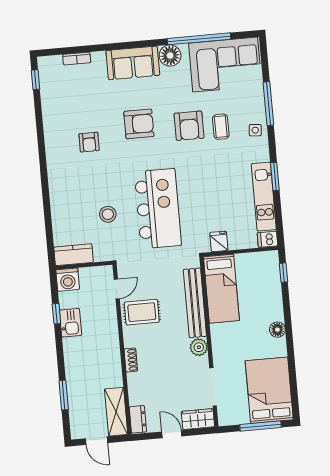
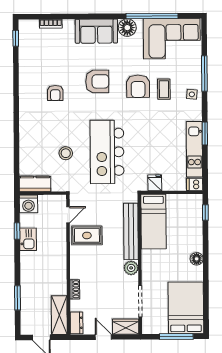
kitchen island: (158, 209) -> (107, 152), turned 180
shoe rack: (131, 360) -> (75, 289), moved

